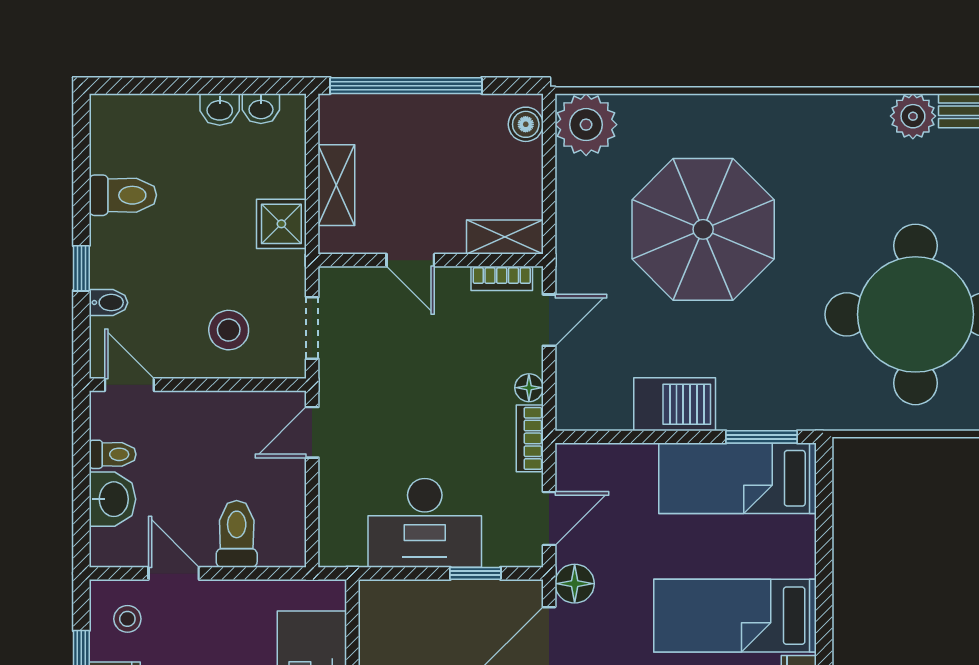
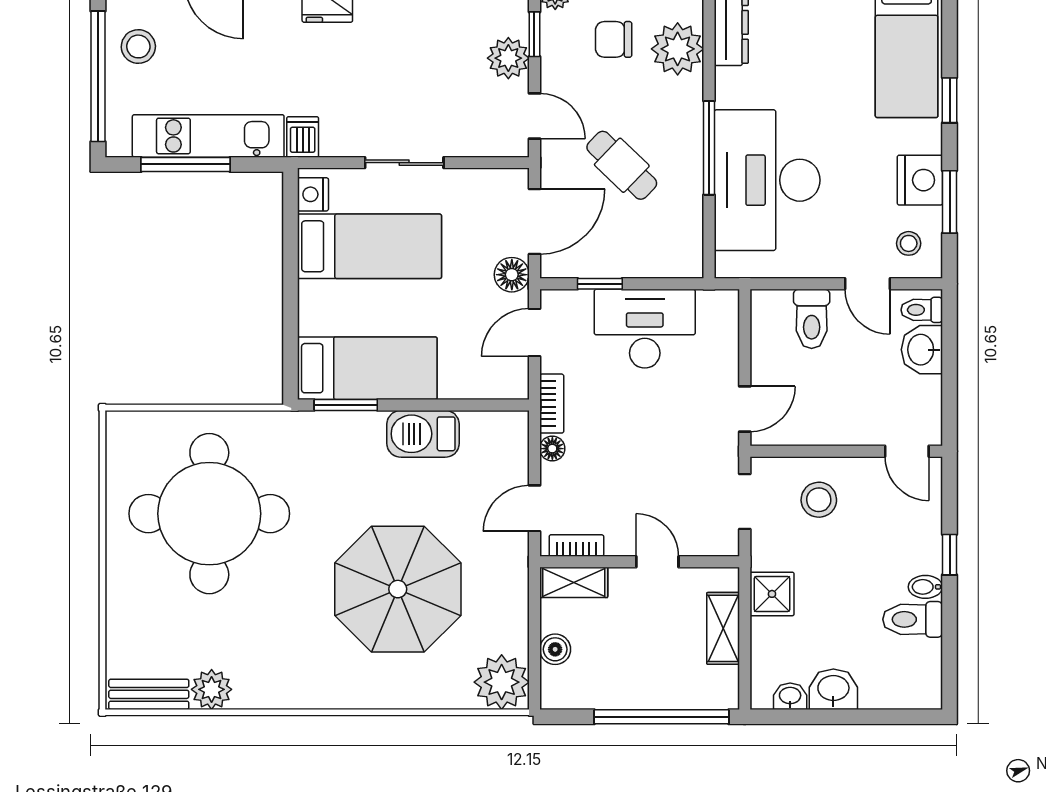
washbasin: (220, 109) -> (833, 689), width x1.38, depth x1.45
boiler: (526, 124) -> (555, 649), moved
bidet: (109, 303) -> (925, 587), moved
toilet: (113, 454) -> (922, 310), moved

